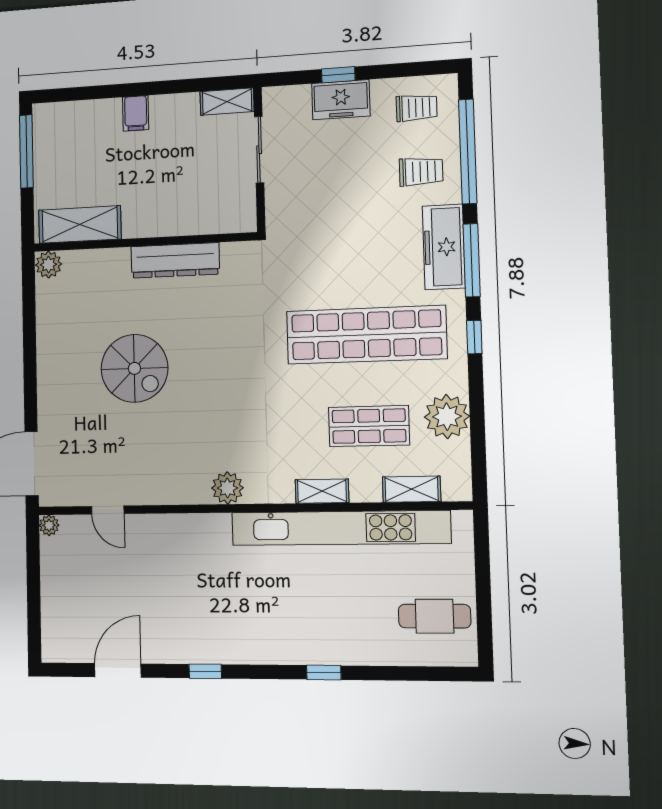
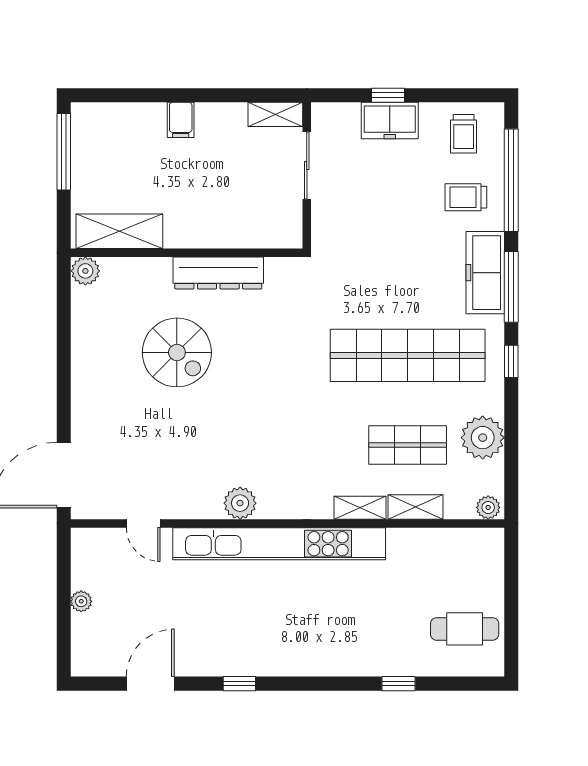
trolley: (417, 108) -> (464, 134), turned 90
trolley: (421, 172) -> (466, 197), turned 180
spiral stairs: (134, 368) -> (177, 352), moved
plant: (227, 488) -> (240, 503), moved
shelving: (412, 489) -> (415, 507), moved
plant: (455, 489) -> (488, 507), added
plant: (49, 525) -> (81, 601), moved
kitchen unit: (340, 528) -> (279, 544), moved
window: (324, 673) -> (398, 684), moved

